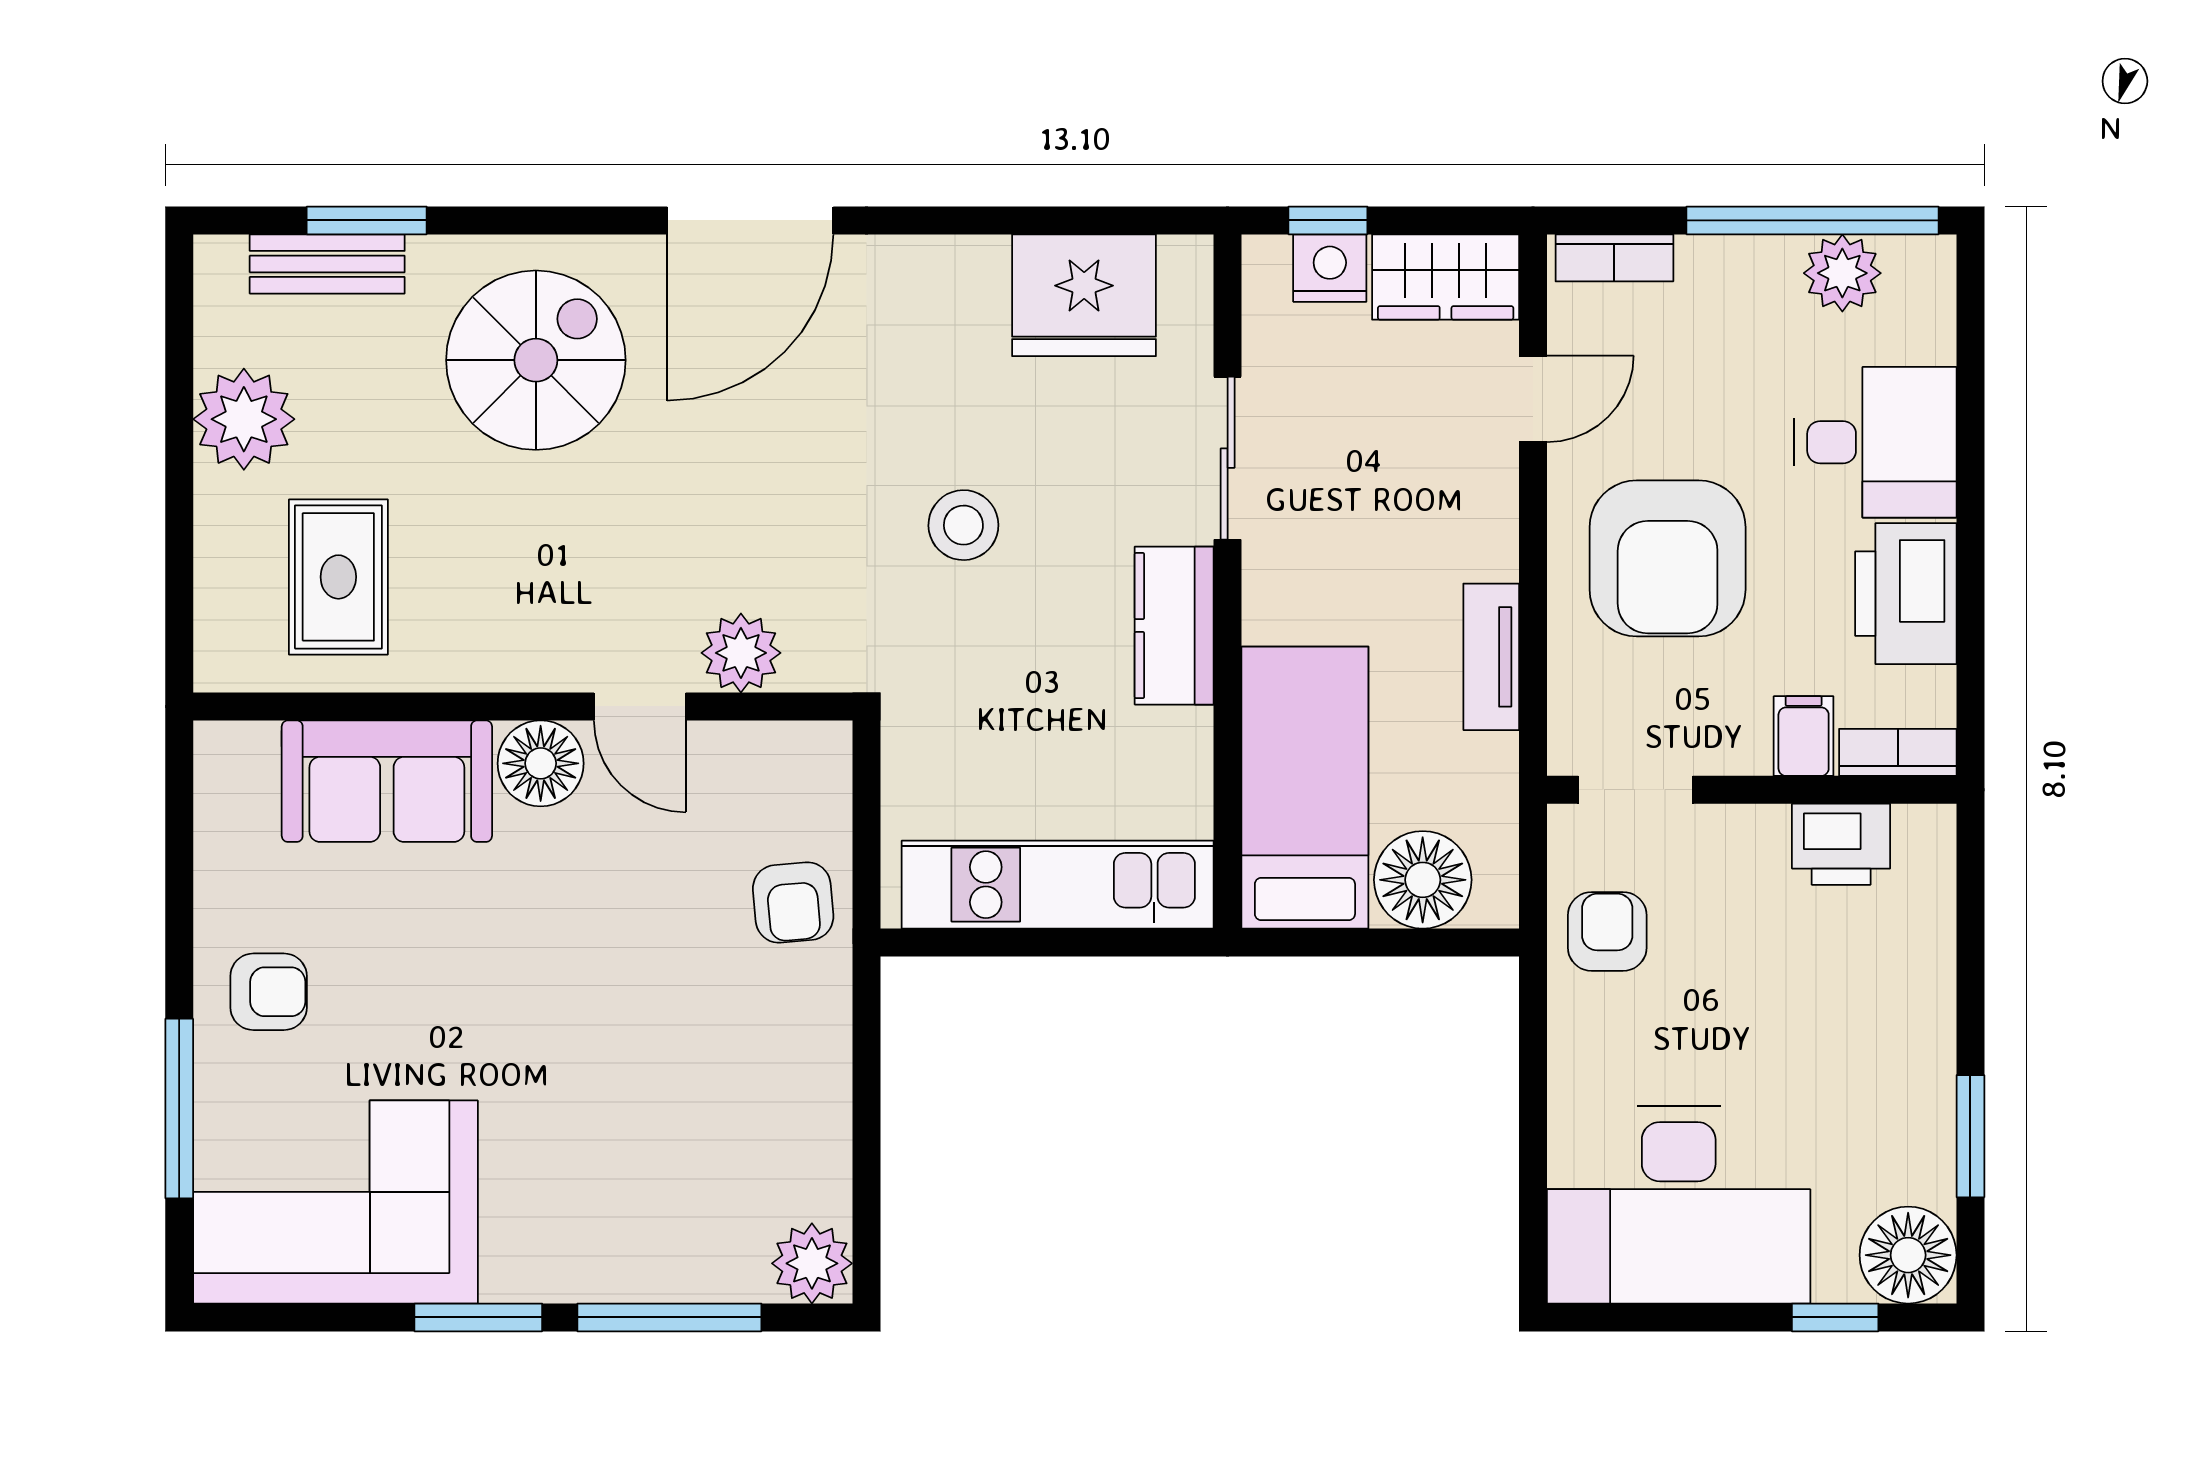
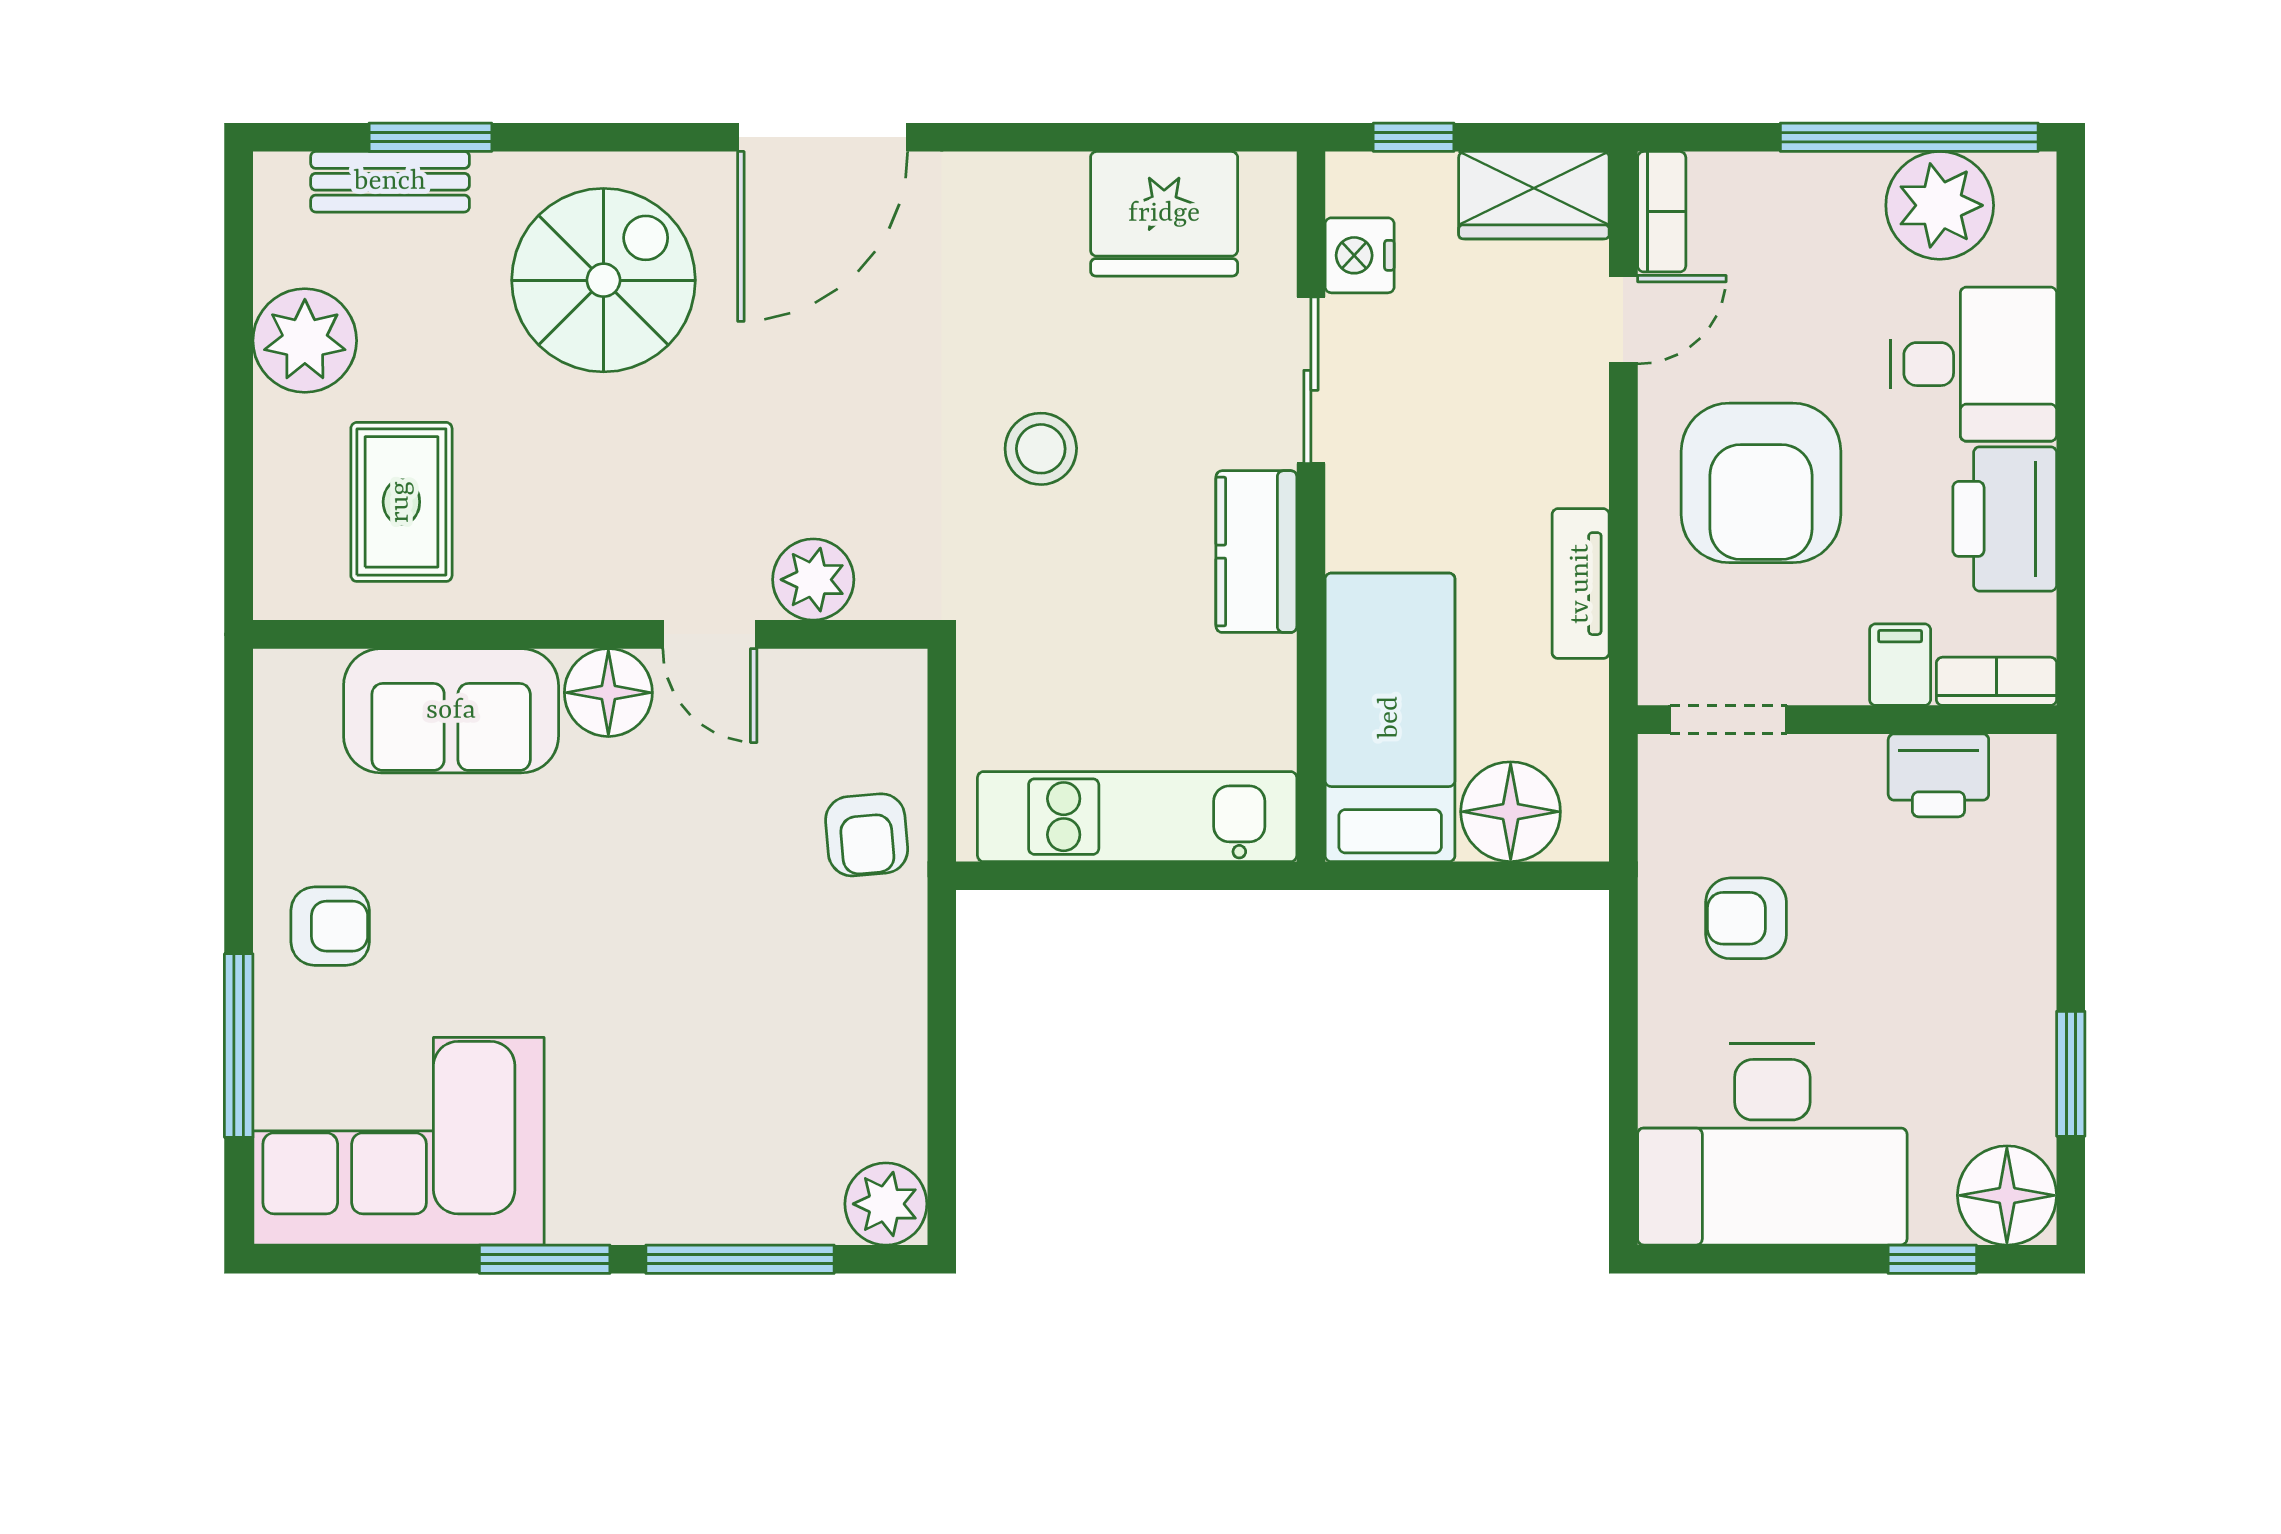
bookcase: (1614, 258) -> (1662, 212), moved, turned -90
nightstand: (1330, 268) -> (1360, 255), moved, turned -90
plant: (1842, 273) -> (1940, 205), width x1.36, depth x1.36
armchair: (1607, 931) -> (1746, 918), moved, turned -90

